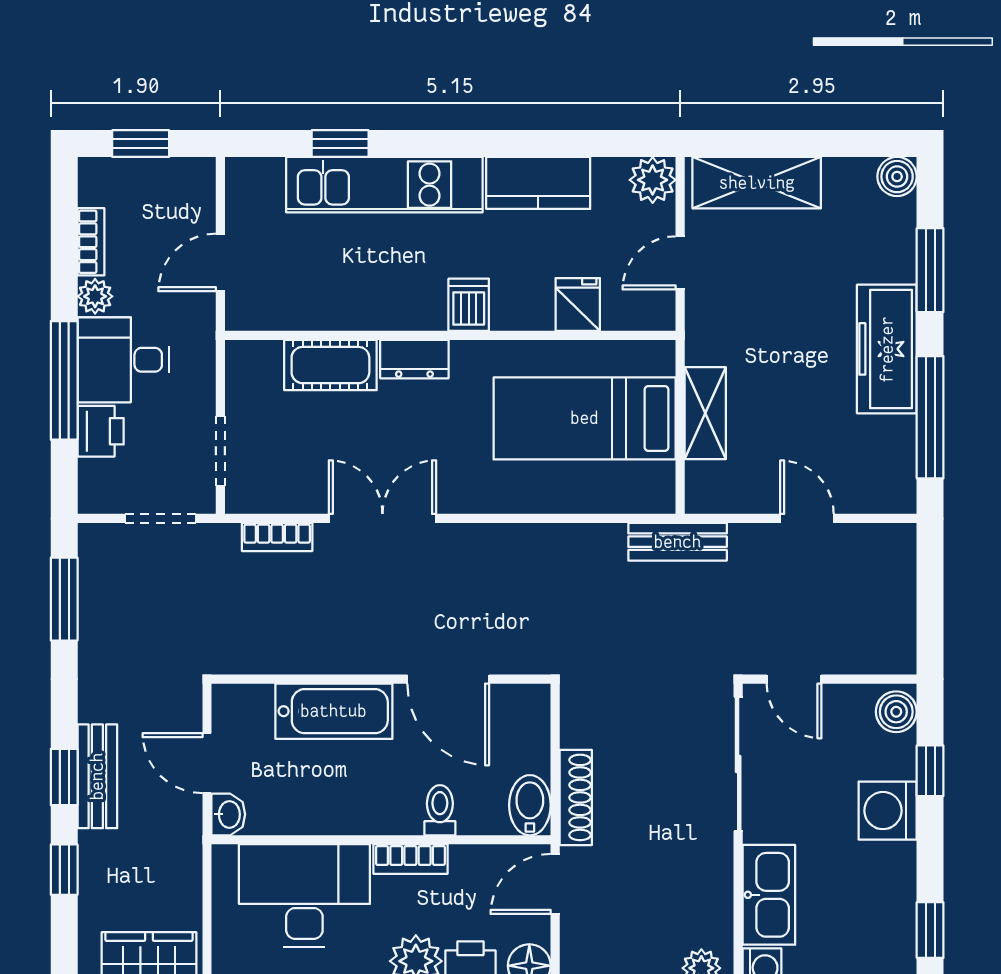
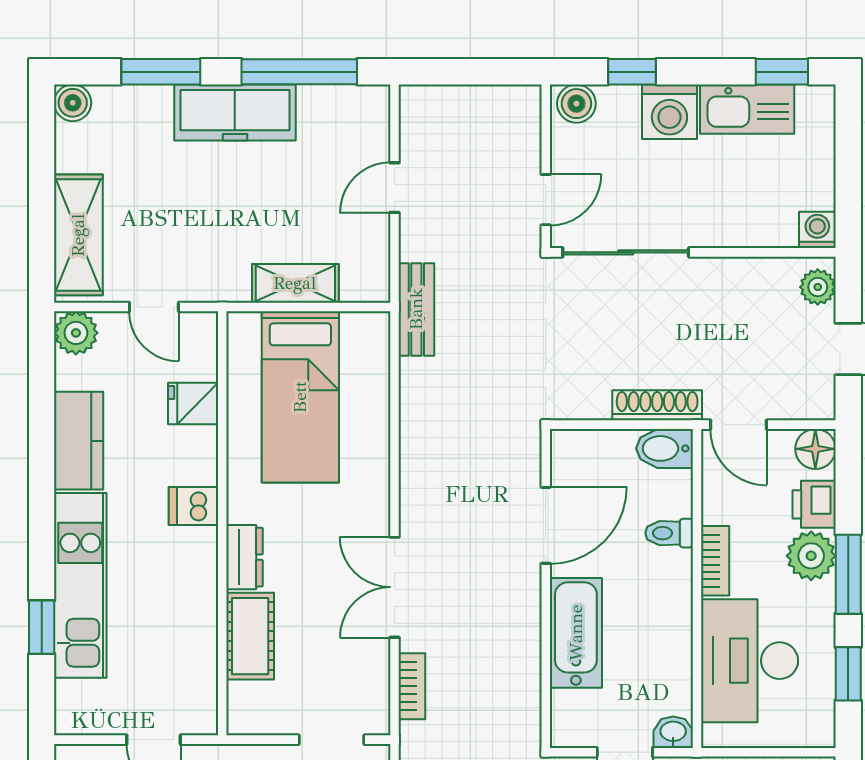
kitchen sink: (769, 895) -> (747, 109), moved, turned 180

